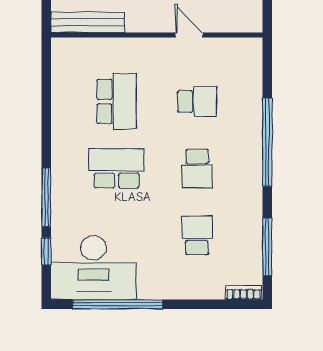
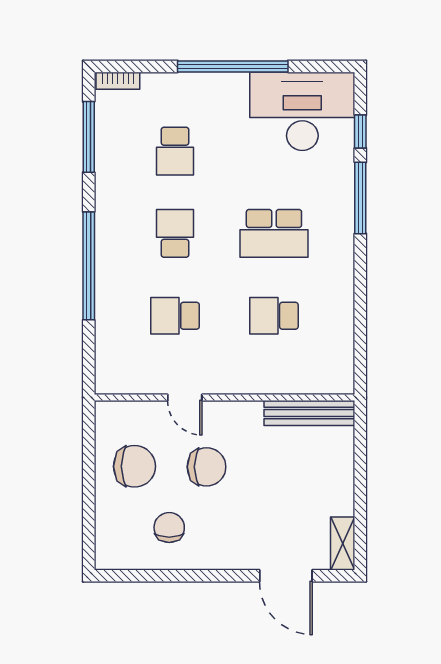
school desk: (117, 102) -> (274, 316), width x0.54
window: (118, 304) -> (233, 66), moved

